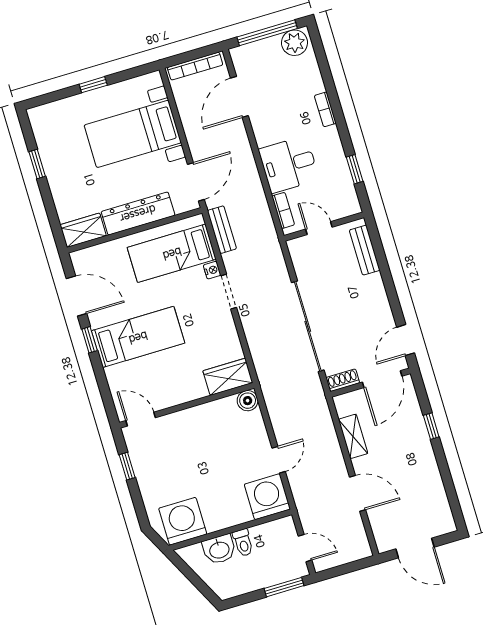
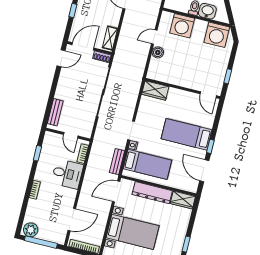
boiler: (248, 401) -> (158, 52), moved
shelving: (353, 436) -> (110, 38), moved
washing machine: (267, 497) -> (182, 26), moved

